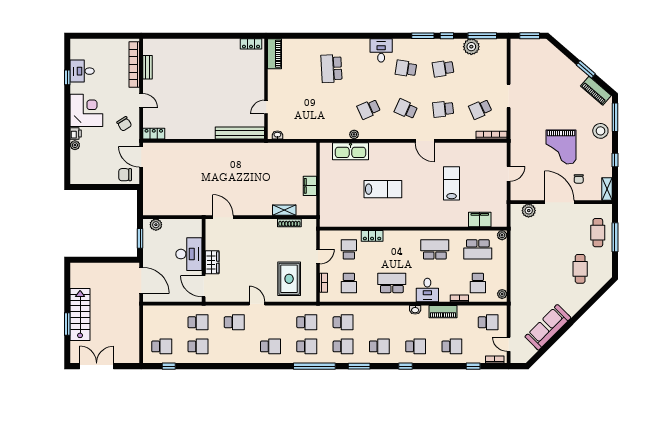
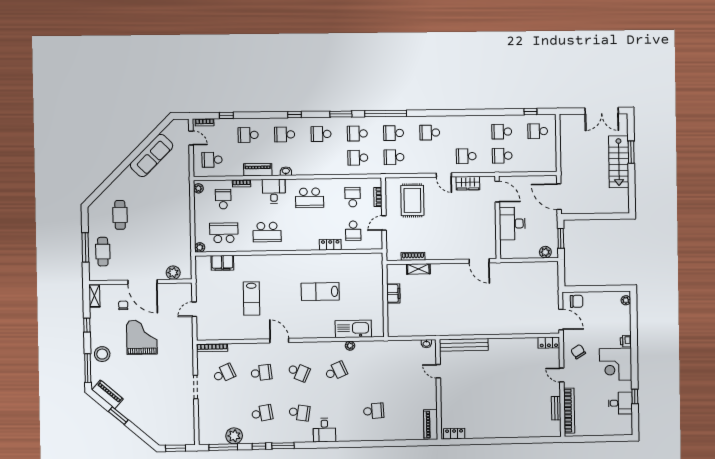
school desk: (332, 69) -> (374, 411), width x0.54
door: (266, 107) -> (438, 371), swing flipped
plant: (75, 145) -> (626, 300), moved
wardrobe: (212, 262) -> (468, 183), moved, turned -90

